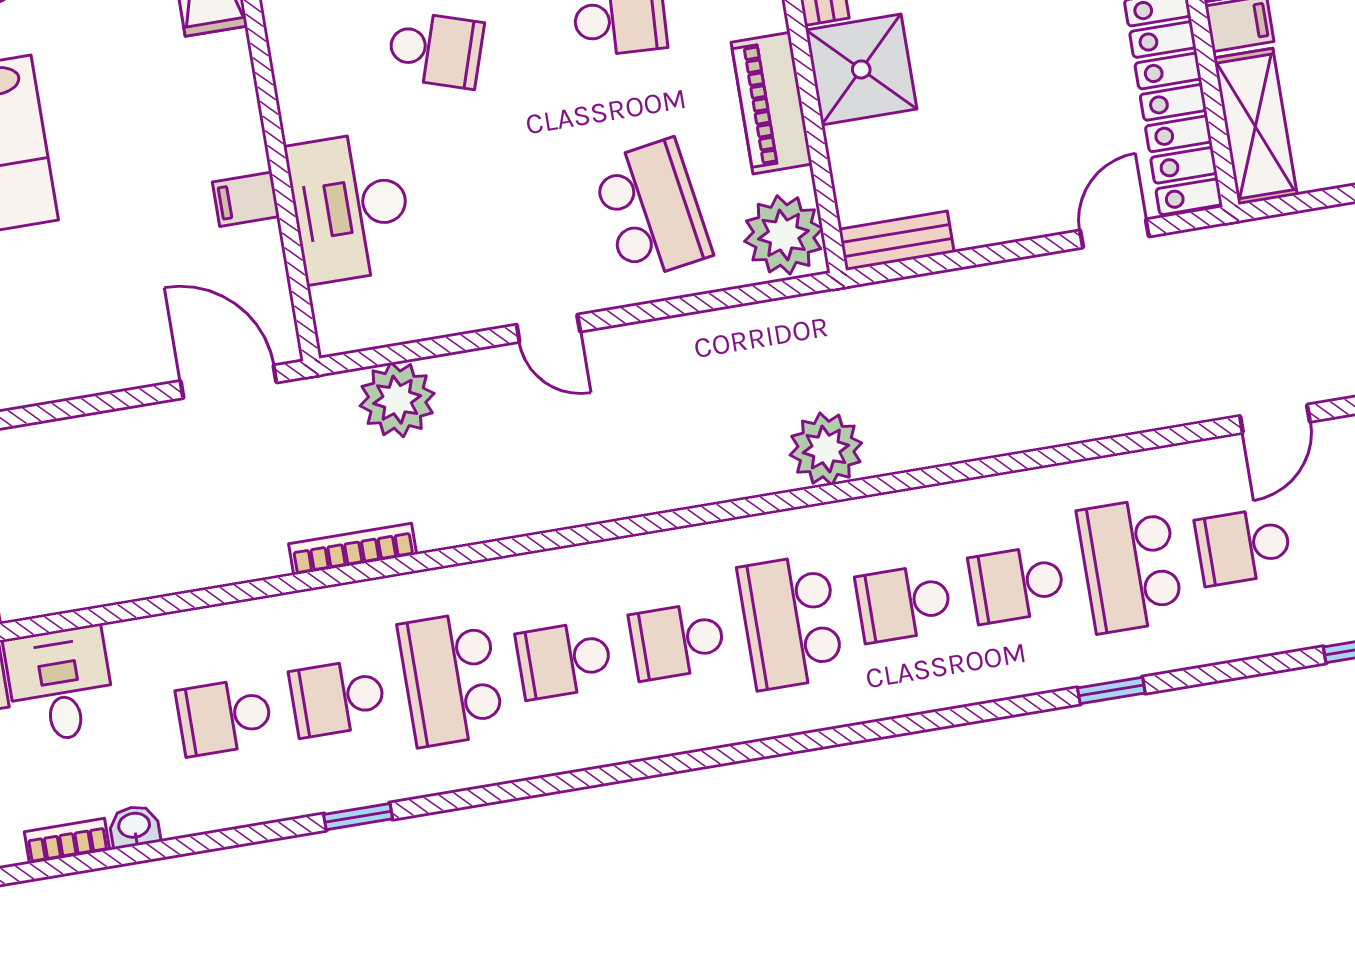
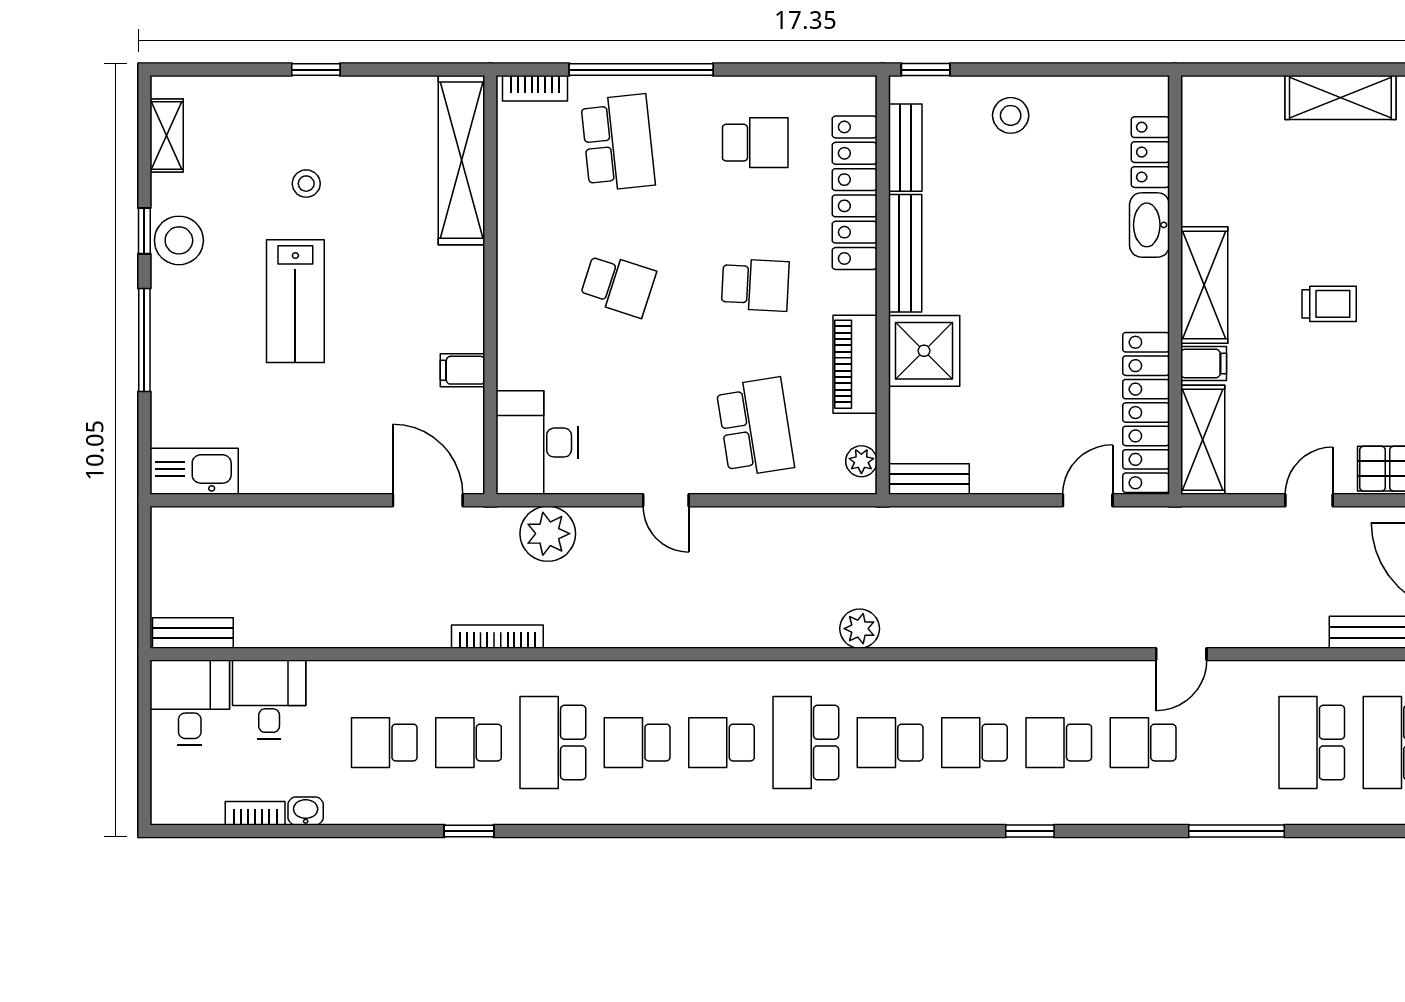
desk: (350, 207) -> (537, 443), moved
plant: (784, 235) -> (861, 461), width x0.53, depth x0.53
plant: (826, 449) -> (860, 629), width x0.73, depth x0.73
school desk: (1130, 565) -> (1059, 743), width x0.54

